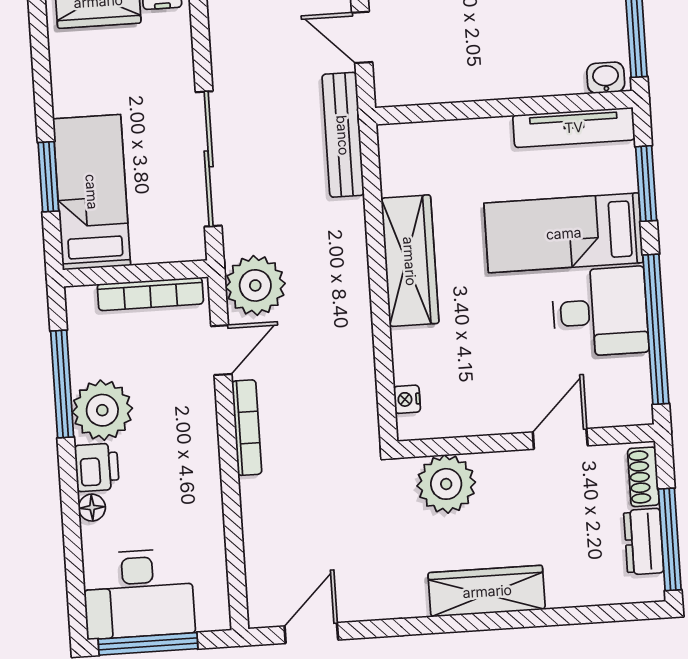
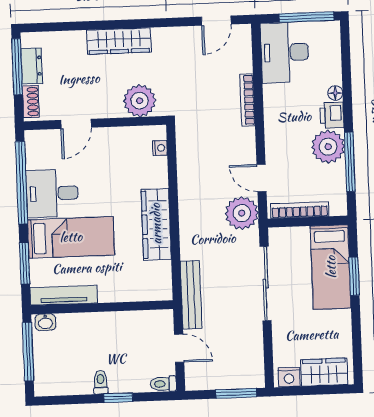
door: (221, 350) -> (262, 178), hinge flipped
bookcase: (247, 428) -> (247, 100), moved
desk: (139, 594) -> (285, 52), moved, turned -90

